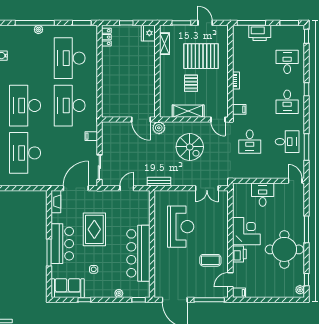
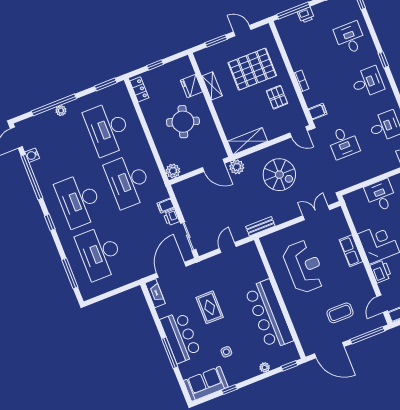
fridge: (148, 33) -> (192, 86), moved
printer: (260, 33) -> (306, 15), width x0.53, depth x0.68
shelving: (164, 44) -> (212, 86), moved
round table: (131, 76) -> (183, 122), added
pallet: (191, 83) -> (277, 97), moved
desk: (287, 102) -> (367, 82), turned -90
plant: (108, 111) -> (173, 171), added
shelving: (188, 111) -> (248, 141), moved
printer: (92, 147) -> (171, 218), added
double door: (207, 188) -> (316, 213), swing flipped
rug: (94, 229) -> (210, 307), width x0.73, depth x0.70
row of seats: (222, 229) -> (351, 251), added
coffee table: (210, 260) -> (340, 313), moved

